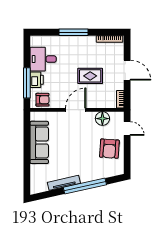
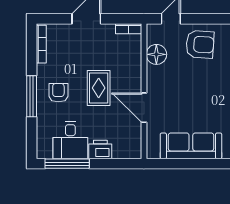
rug: (90, 76) -> (99, 88), moved
window: (27, 83) -> (67, 164), moved
armchair: (42, 100) -> (58, 93), moved
door: (76, 110) -> (144, 108), moved

